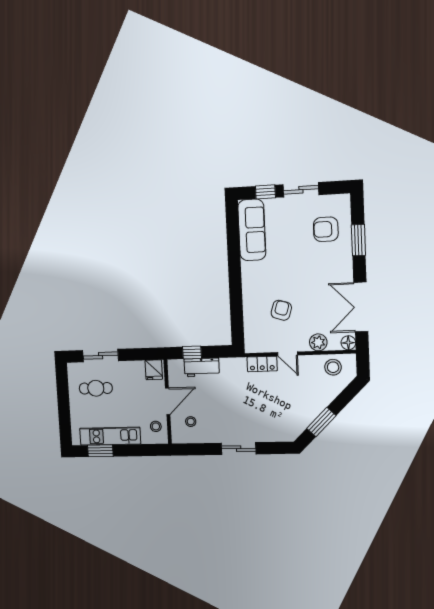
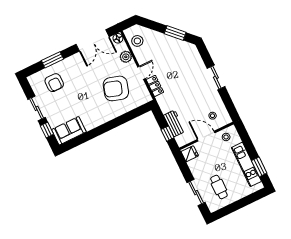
sofa: (252, 230) -> (69, 131), width x0.73
armchair: (281, 310) -> (116, 88), width x1.88, depth x1.88

